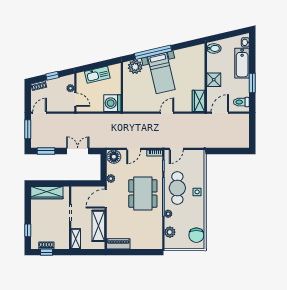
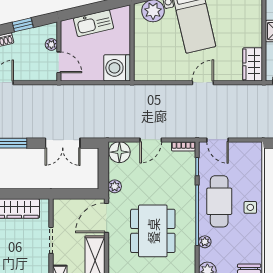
door: (176, 149) -> (218, 140), hinge flipped
double door: (78, 151) -> (63, 143), swing flipped
dining table: (143, 194) -> (153, 231), moved

